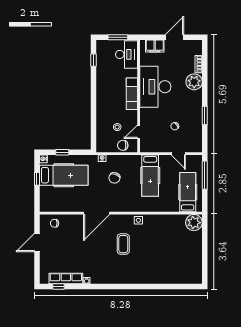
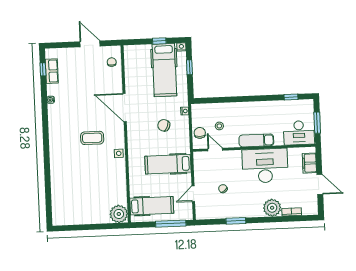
row of seats: (66, 279) -> (52, 71), width x0.68

